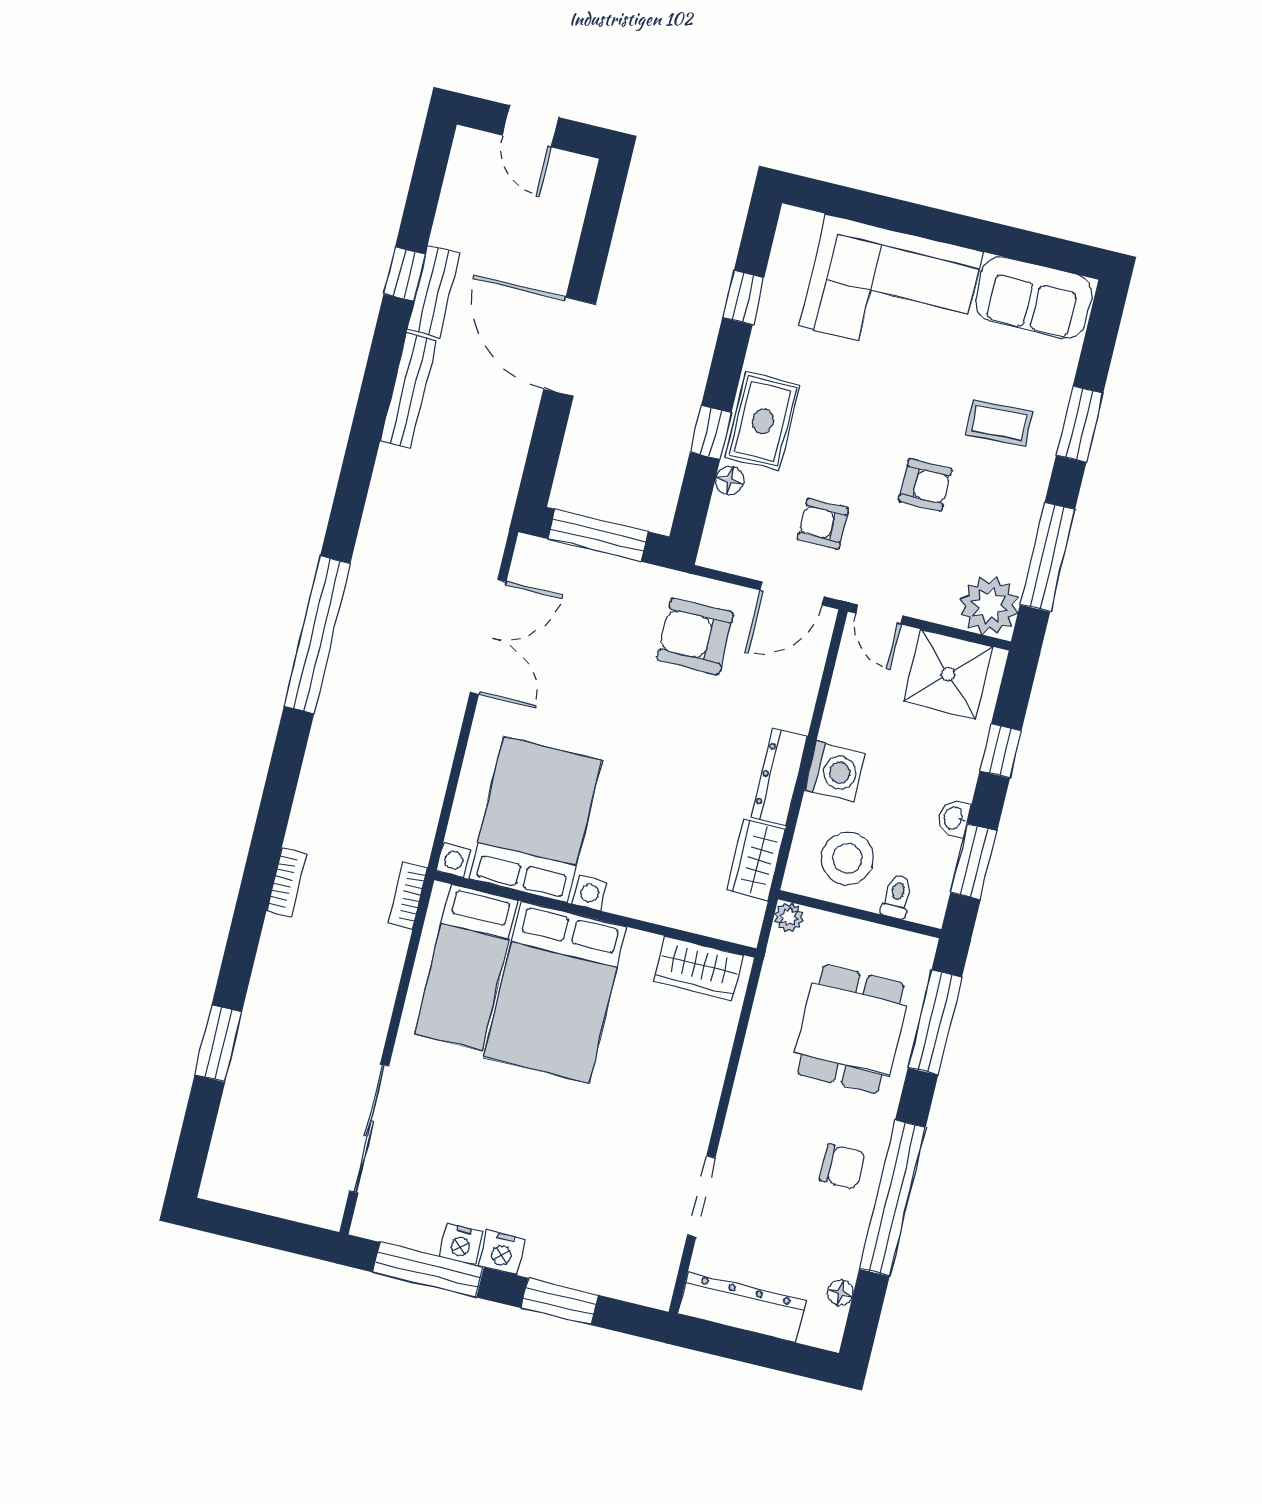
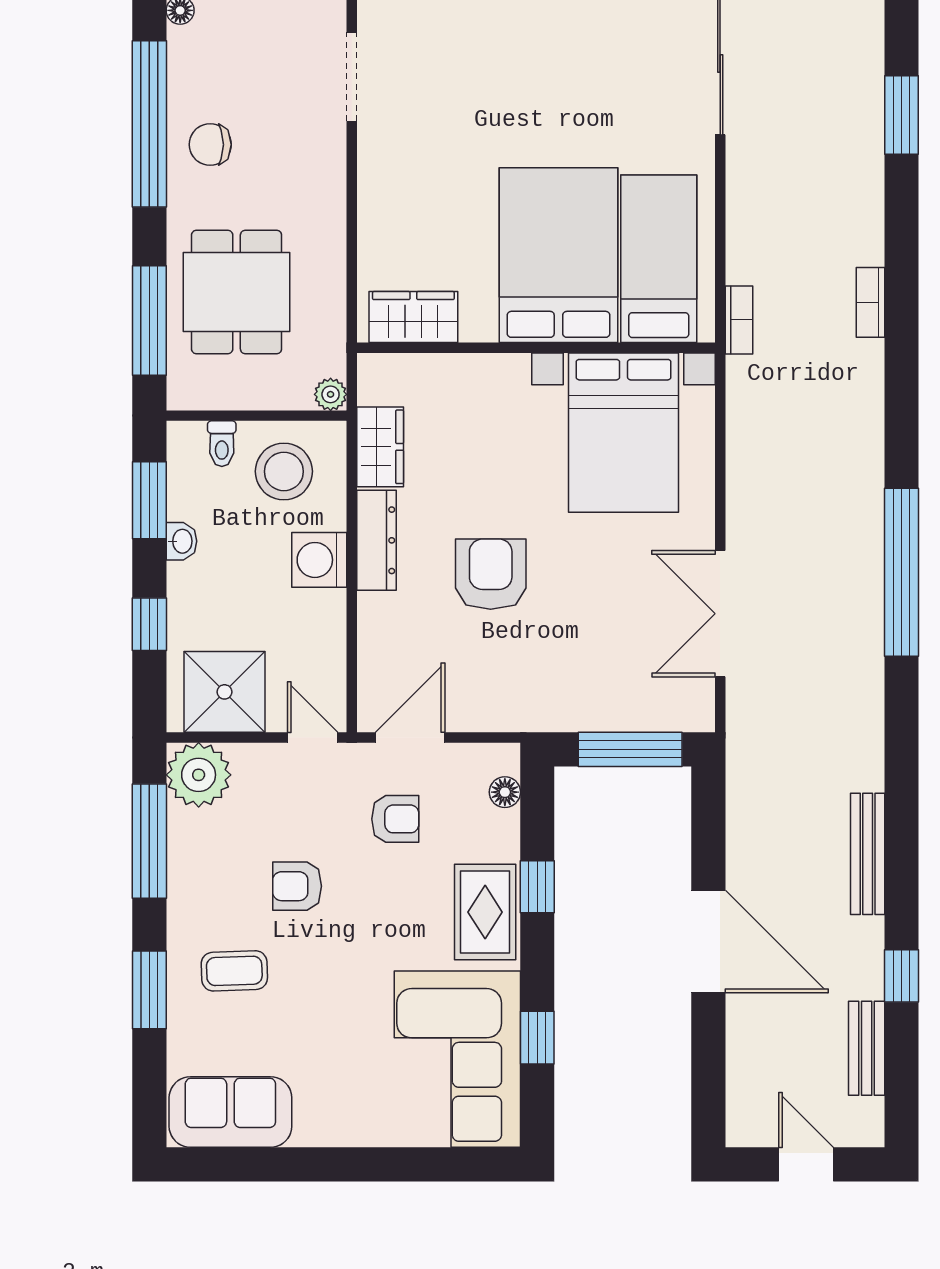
corner sofa: (891, 289) -> (457, 1059), moved, turned -90
bench: (433, 291) -> (867, 1048), moved
floor lamp: (730, 481) -> (505, 792), moved
armchair: (695, 636) -> (491, 574), moved, turned -90

